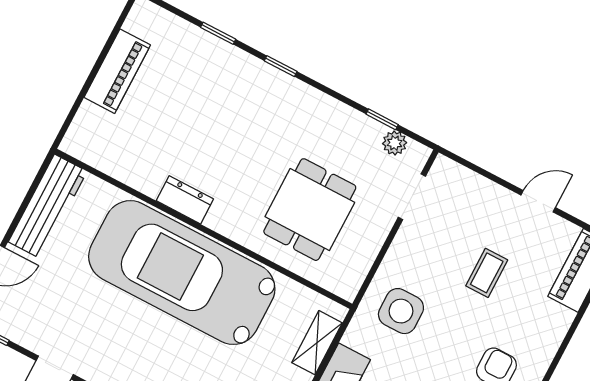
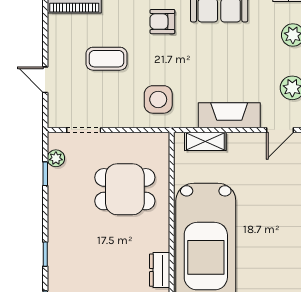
door: (538, 201) -> (45, 80), moved
coffee table: (487, 273) -> (107, 59), width x1.36, depth x1.30

